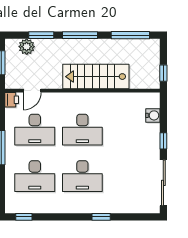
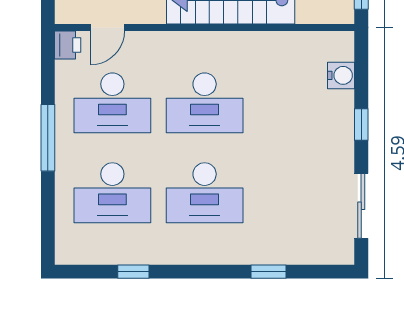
sliding door: (163, 183) -> (361, 206), width x0.73
window: (24, 217) -> (133, 272), moved
window: (101, 217) -> (268, 272), moved

